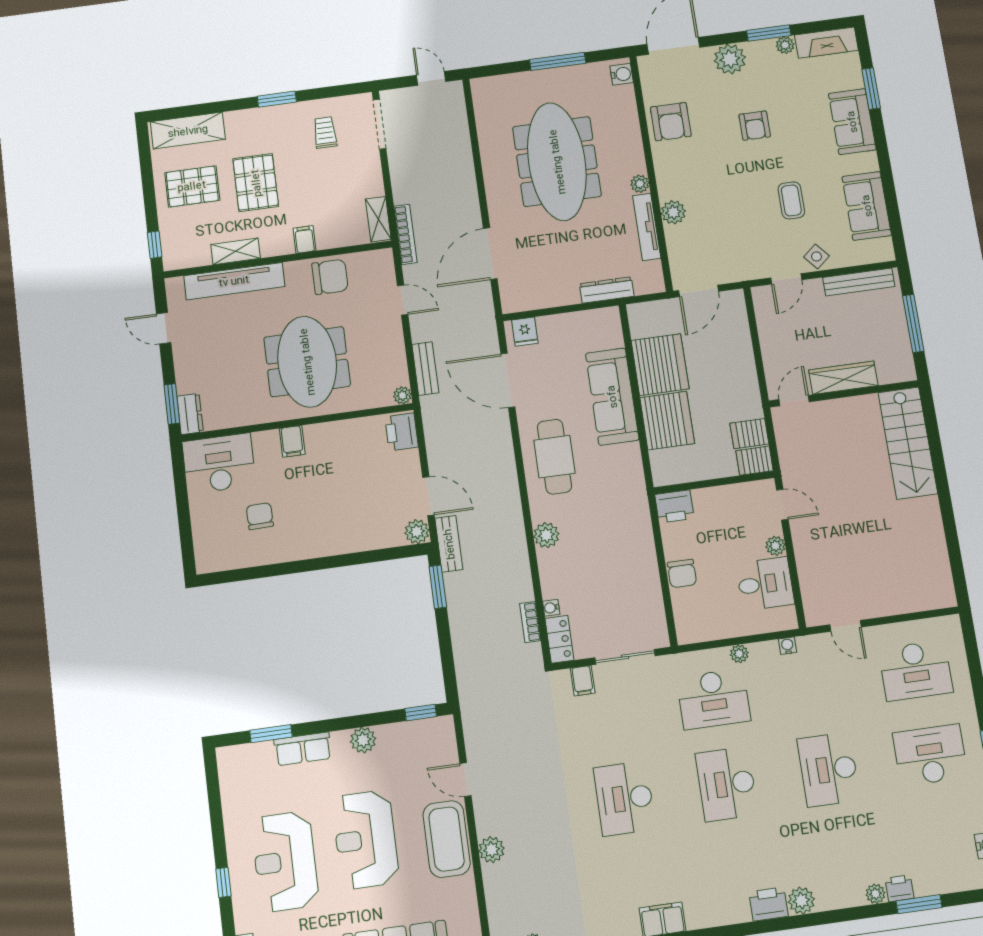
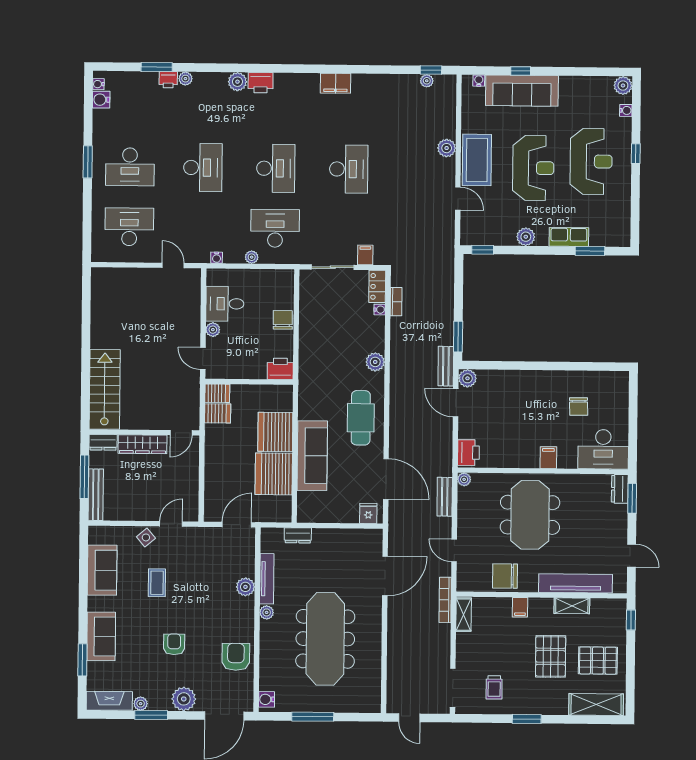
bench: (859, 282) -> (96, 495), moved, turned 90
dresser: (607, 290) -> (298, 535), width x0.70
dresser: (897, 372) -> (103, 442), added

